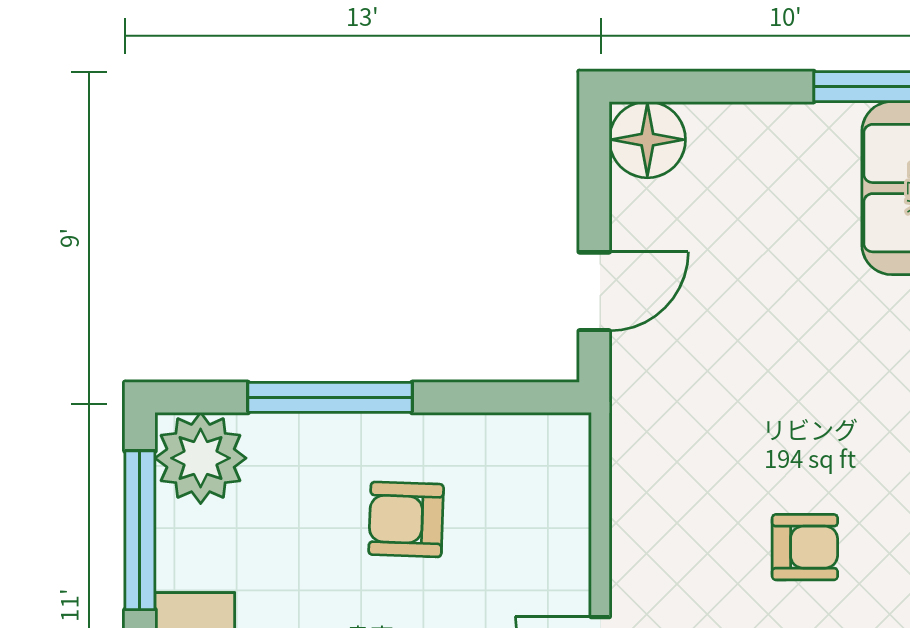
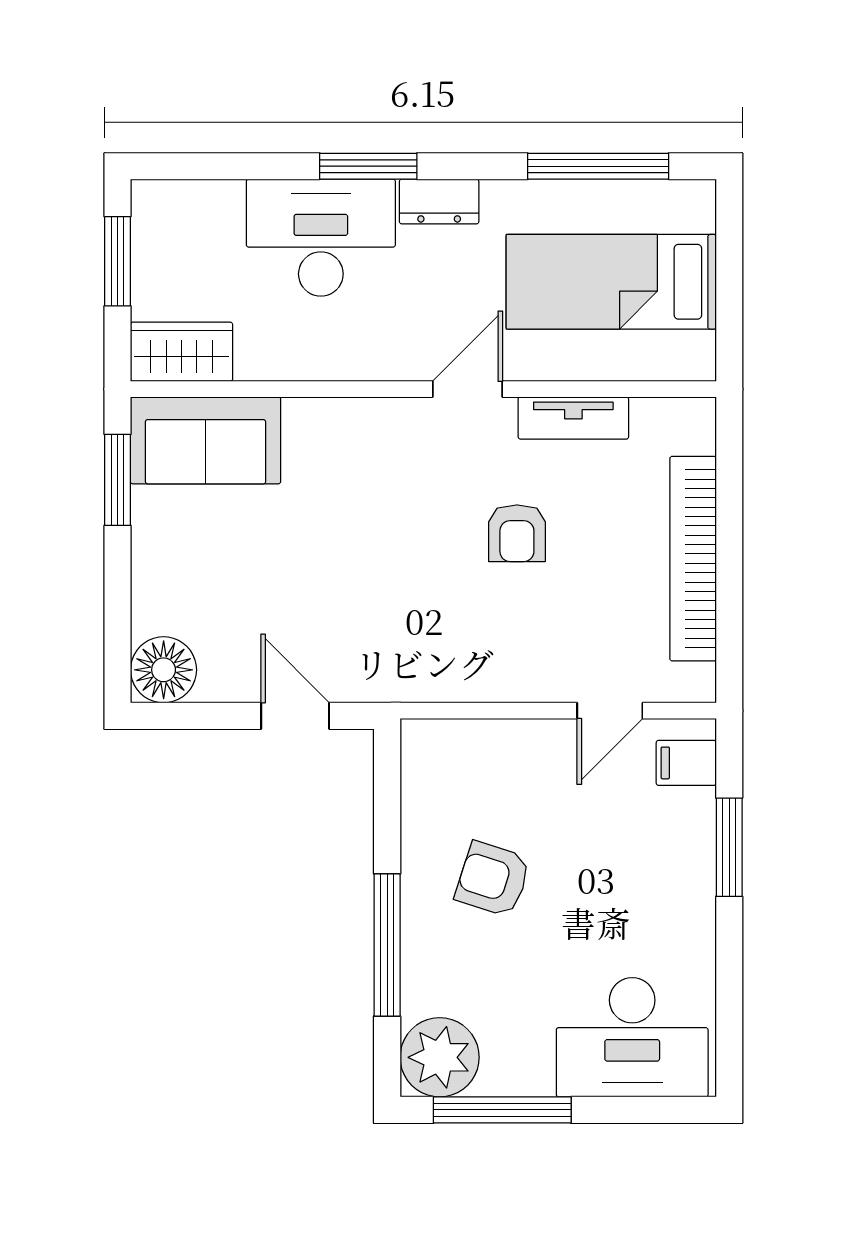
armchair: (406, 519) -> (493, 879), turned 106
armchair: (805, 547) -> (517, 533), turned 180

